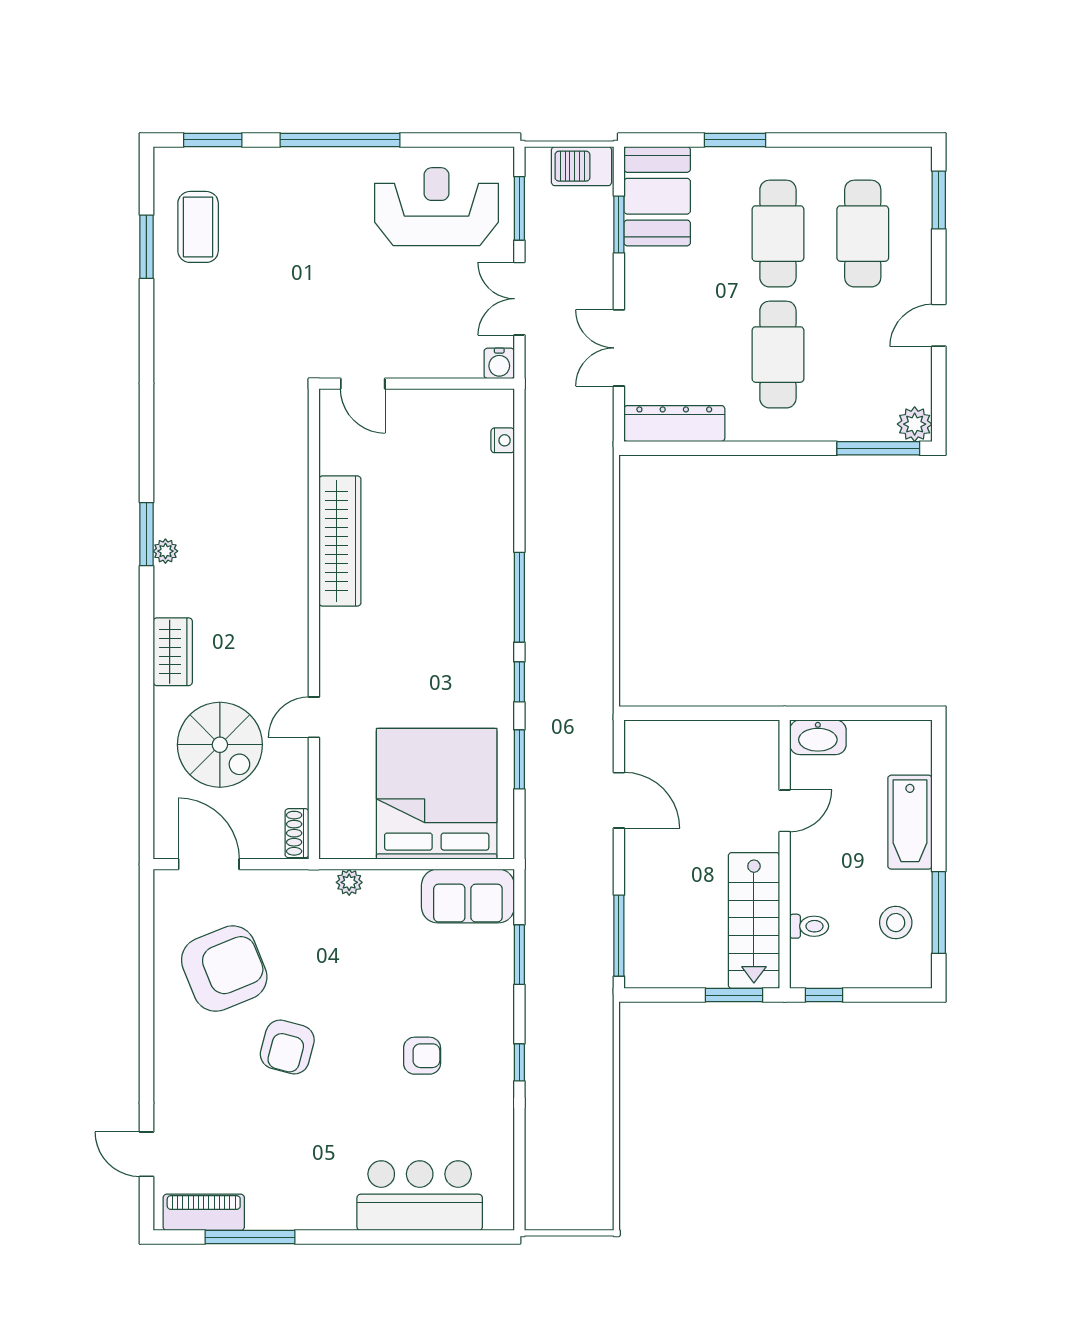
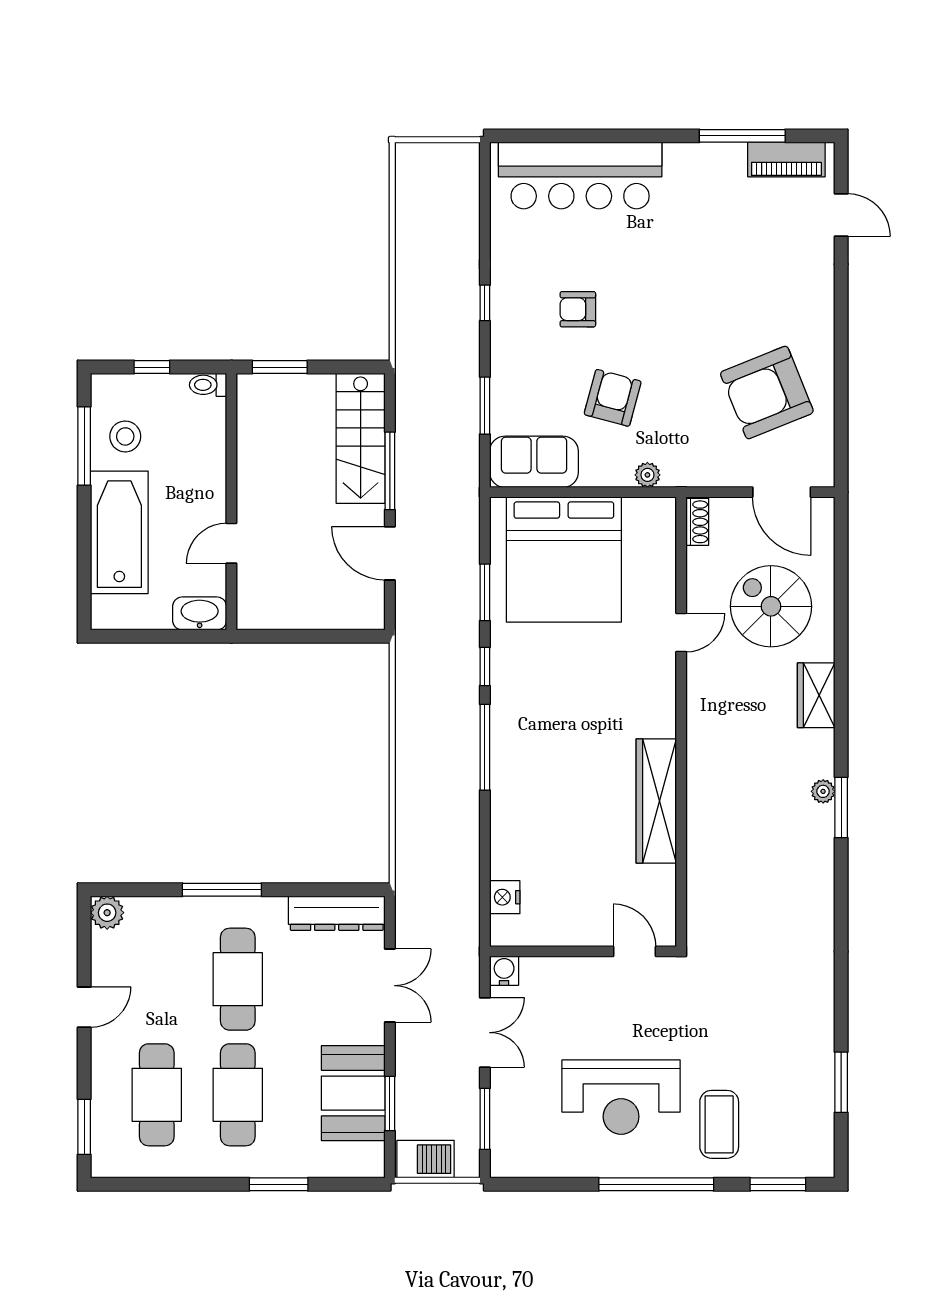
booth: (657, 196) -> (353, 1093), moved
reception desk: (437, 207) -> (621, 1097), moved
coffee table: (198, 227) -> (719, 1124), moved
nightstand: (503, 440) -> (505, 897), width x1.39, depth x1.35
window: (878, 448) -> (222, 890), moved
bathtub: (910, 822) -> (119, 532), width x1.36, depth x1.36
stairs: (754, 921) -> (361, 438), moved, turned 180
toilet: (809, 926) -> (208, 385), moved
window: (619, 936) -> (390, 471), moved
window: (824, 995) -> (152, 367), moved
armchair: (287, 1047) -> (613, 398), moved
bar counter: (420, 1196) -> (580, 175), width x1.36

